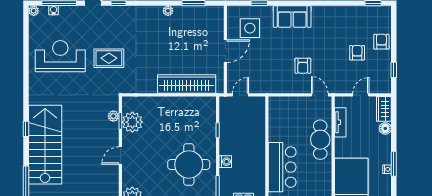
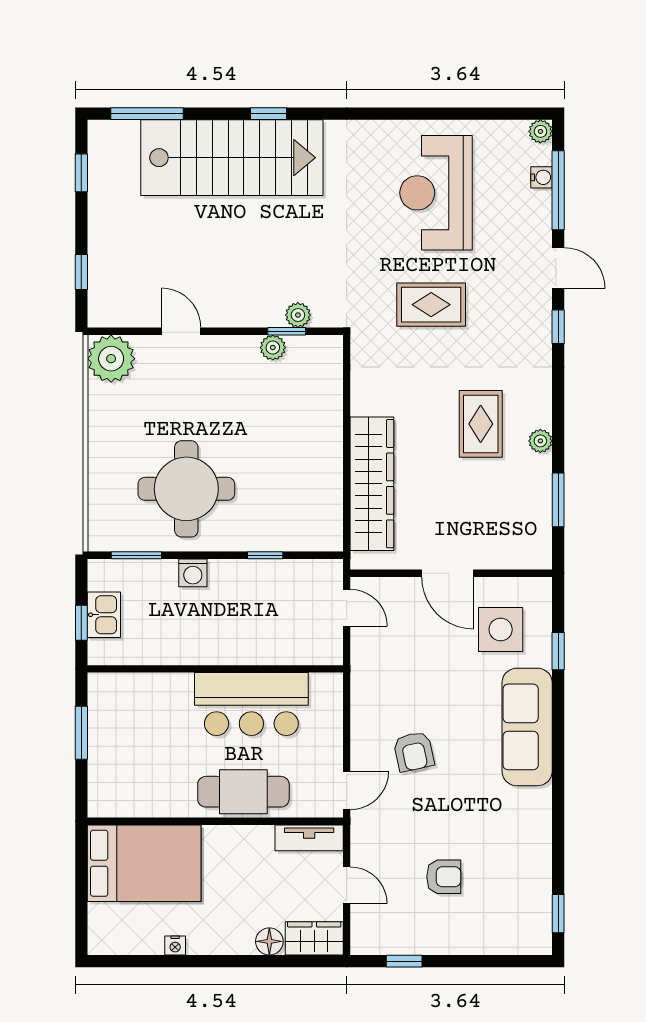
sofa: (292, 17) -> (527, 727), width x1.36
rug: (161, 37) -> (481, 424), added
armchair: (381, 42) -> (469, 933), removed
reception desk: (60, 56) -> (436, 193), turned 180
rug: (109, 58) -> (431, 305), turned 90
armchair: (303, 66) -> (414, 752), turned -102
plant: (132, 122) -> (273, 348), width x0.53, depth x0.53
tv unit: (340, 122) -> (309, 838), moved
door: (120, 156) -> (181, 331), moved
window: (394, 164) -> (188, 961), removed
bar counter: (282, 167) -> (251, 704), moved

